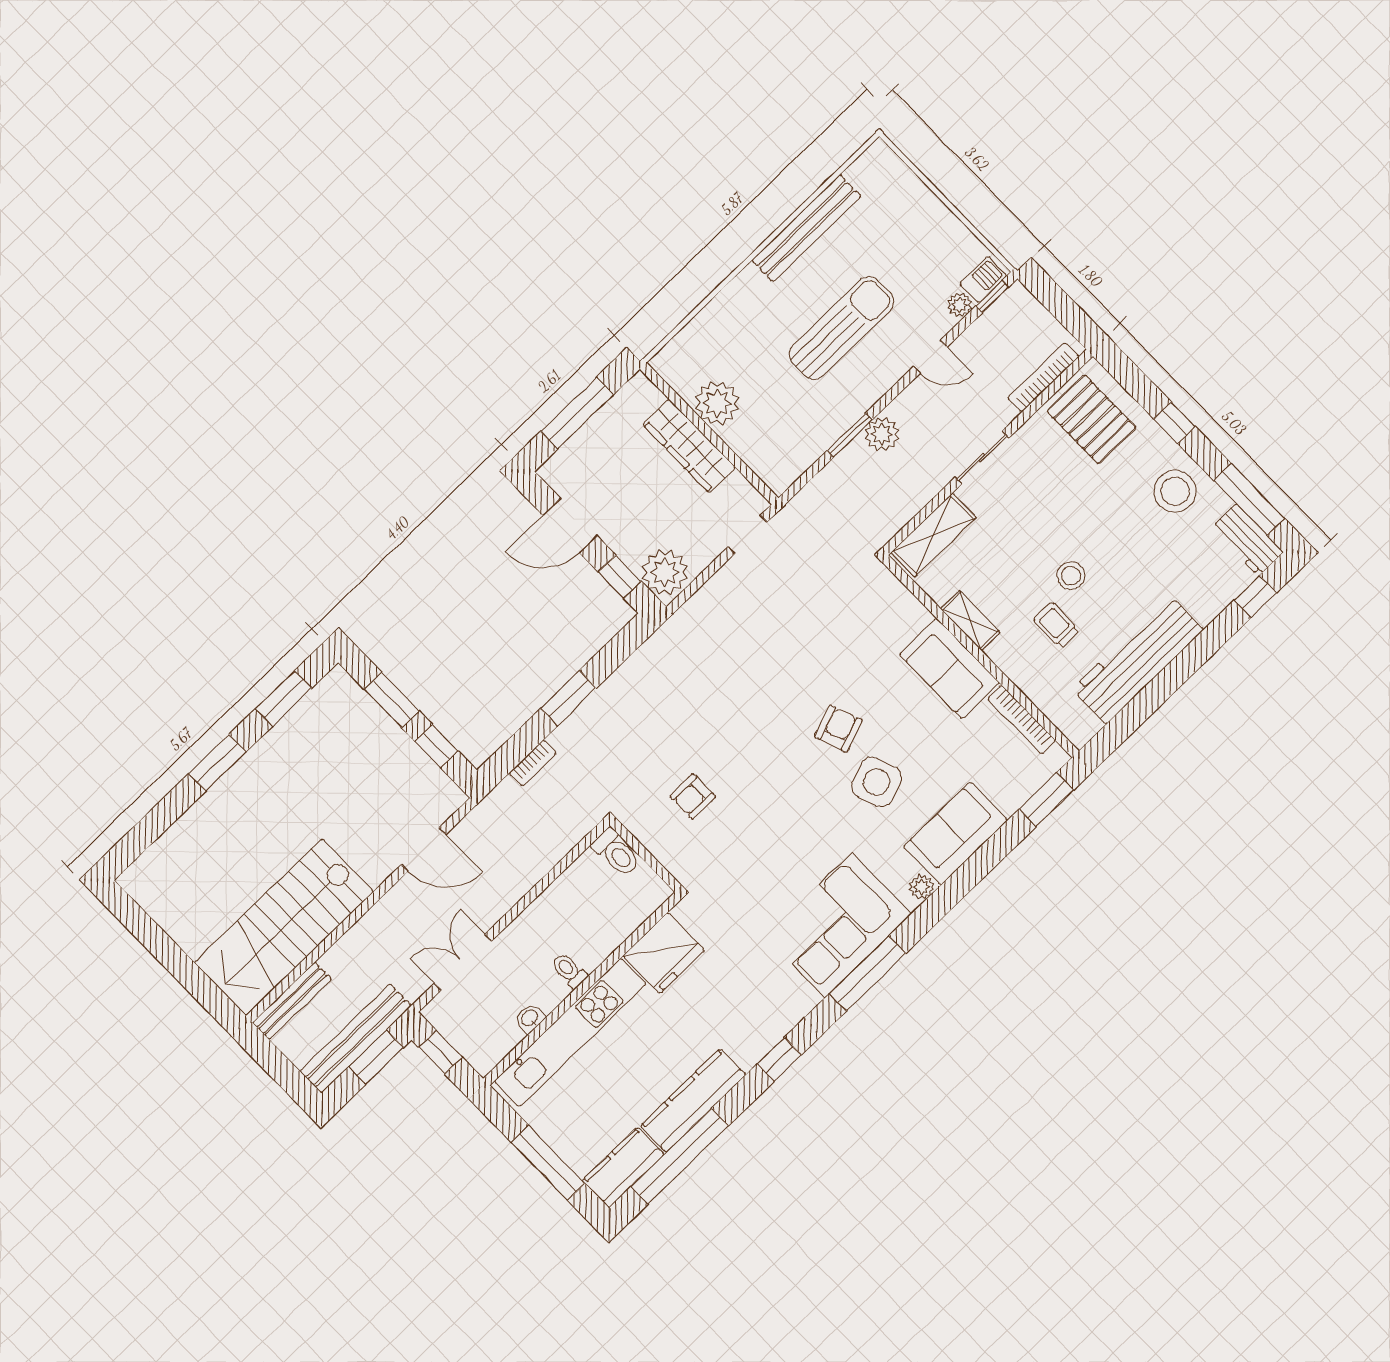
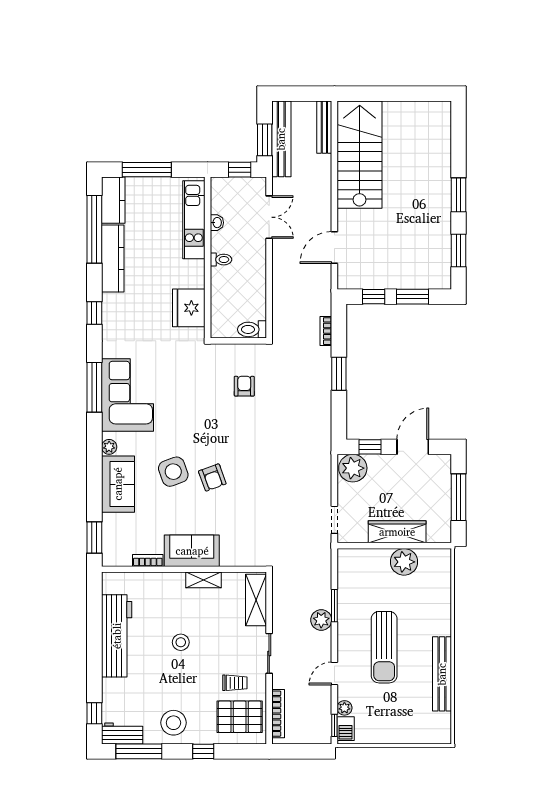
trolley: (1056, 625) -> (235, 683), moved
bookcase: (1022, 720) -> (148, 560), width x0.64
kitchen unit: (570, 1033) -> (194, 220), width x0.73

